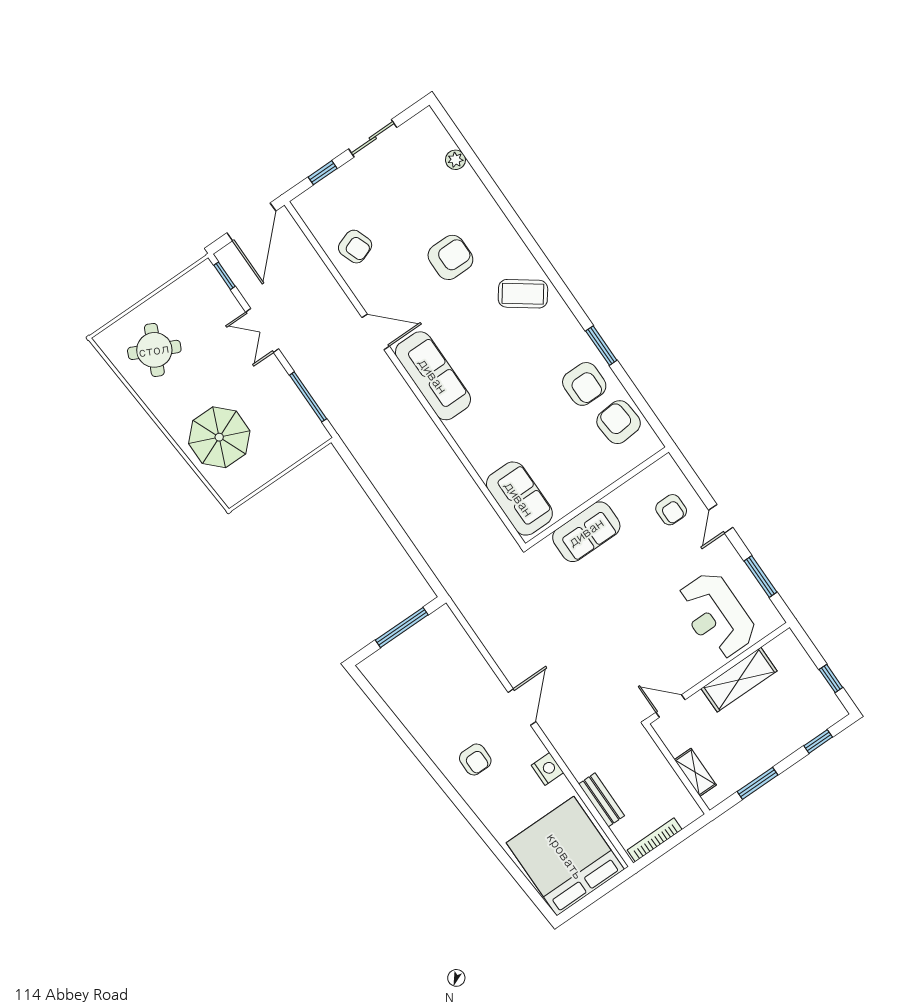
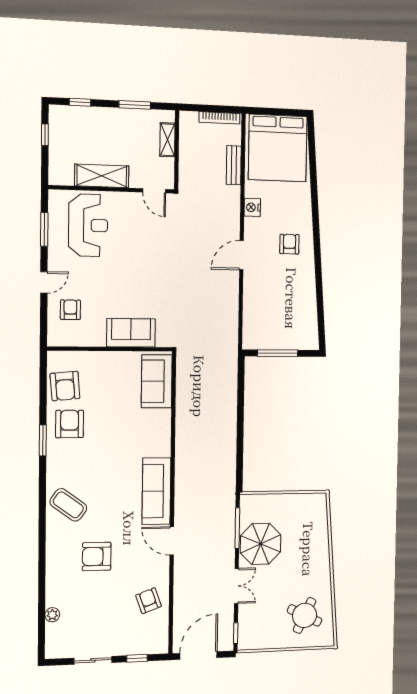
parasol: (219, 437) -> (261, 544), moved

